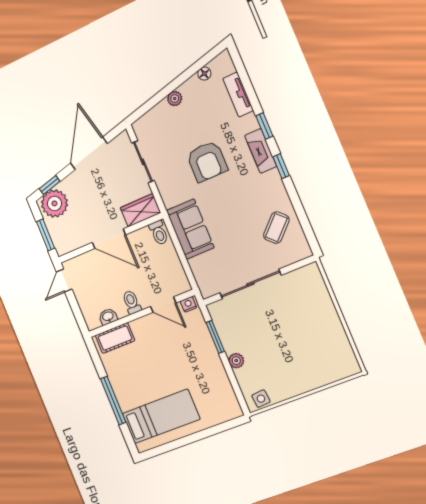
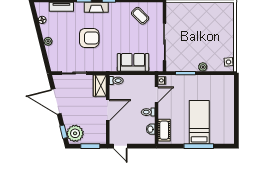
sofa: (190, 229) -> (133, 62), moved
bed: (161, 416) -> (199, 122), moved

